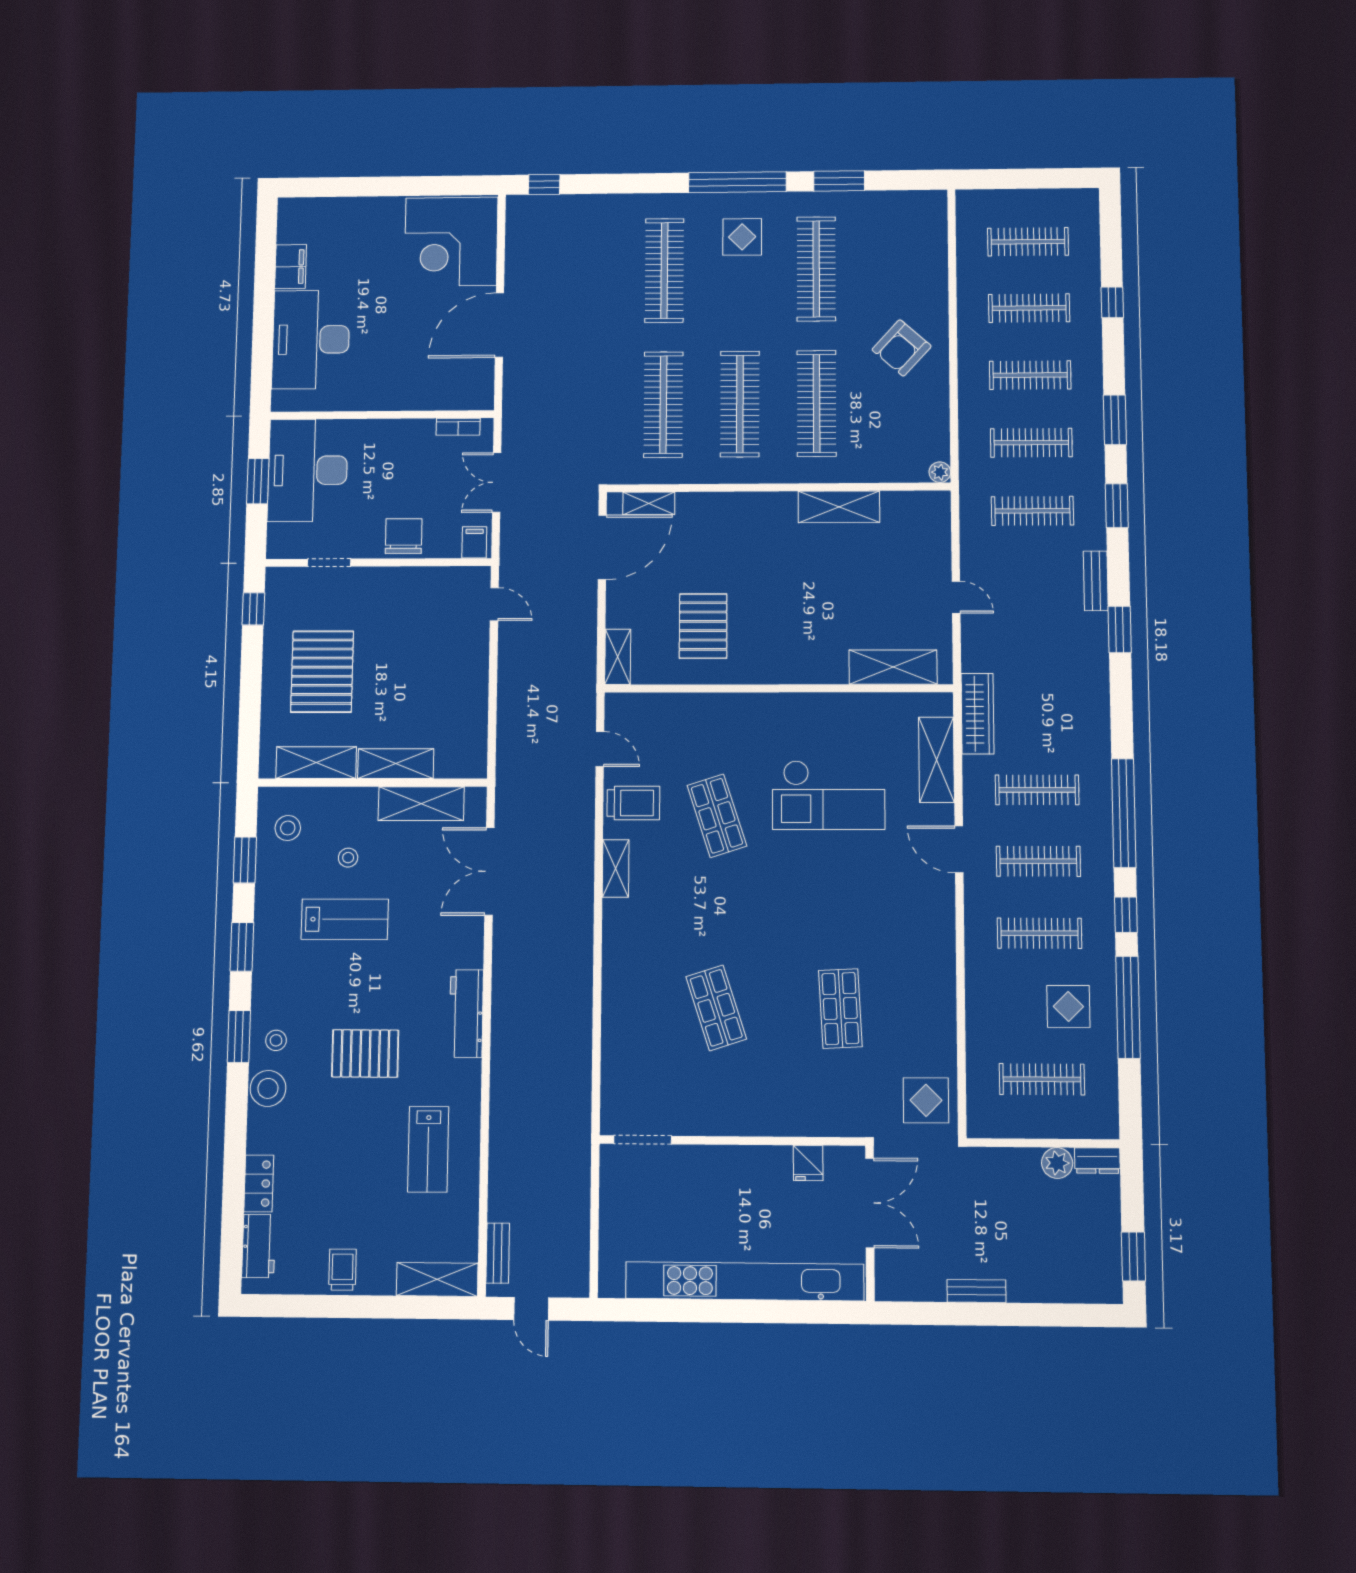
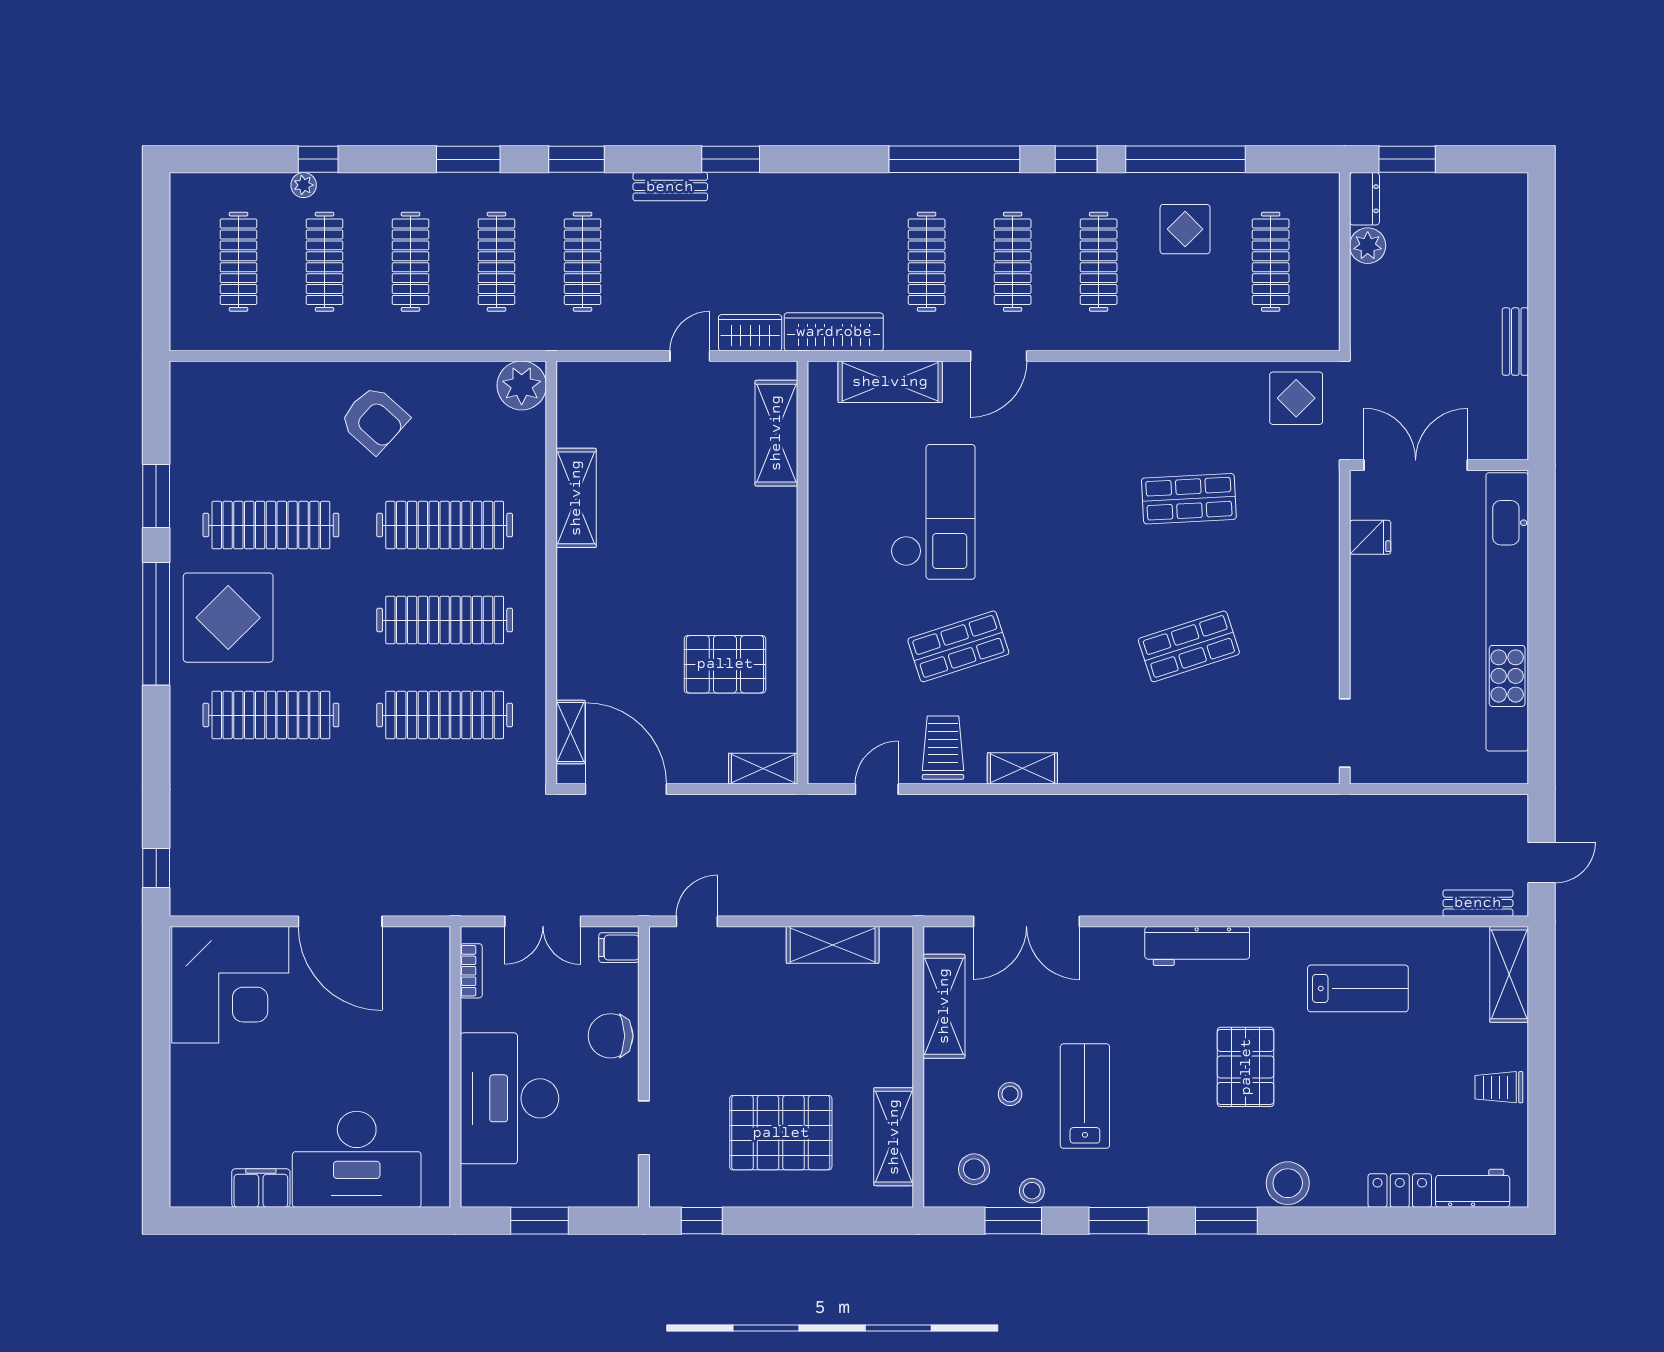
display table: (742, 237) -> (228, 618), width x1.86, depth x1.86
plant: (1091, 291) -> (304, 185), added
desk: (308, 470) -> (509, 1098), moved, turned 90
plant: (940, 472) -> (522, 386), width x1.88, depth x1.88
wardrobe: (976, 646) -> (750, 333), added
shelving: (396, 764) -> (833, 945), moved, turned 90
stool: (276, 1040) -> (1032, 1191), moved
window: (1133, 1256) -> (1407, 159), moved

